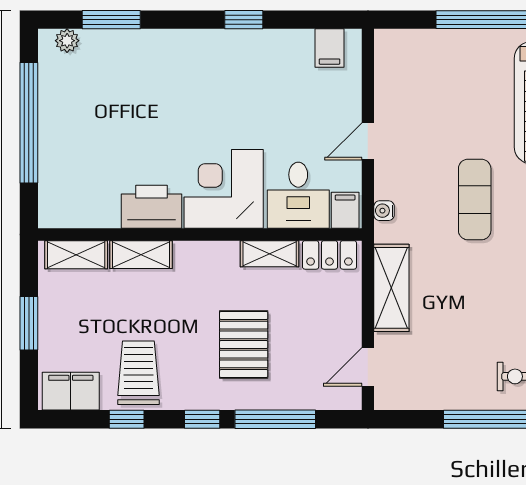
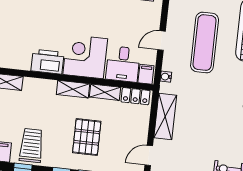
exercise mat: (475, 200) -> (205, 43), moved, width x1.36, depth x1.45
shelving: (141, 255) -> (73, 89), moved

